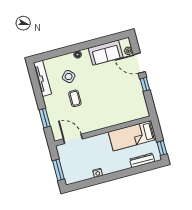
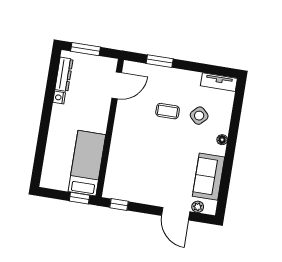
door: (139, 63) -> (176, 214), swing flipped
tv unit: (42, 78) -> (219, 82), width x0.71
window: (145, 84) -> (119, 204), moved
window: (162, 148) -> (79, 198), moved
dresser: (142, 160) -> (64, 74), moved

